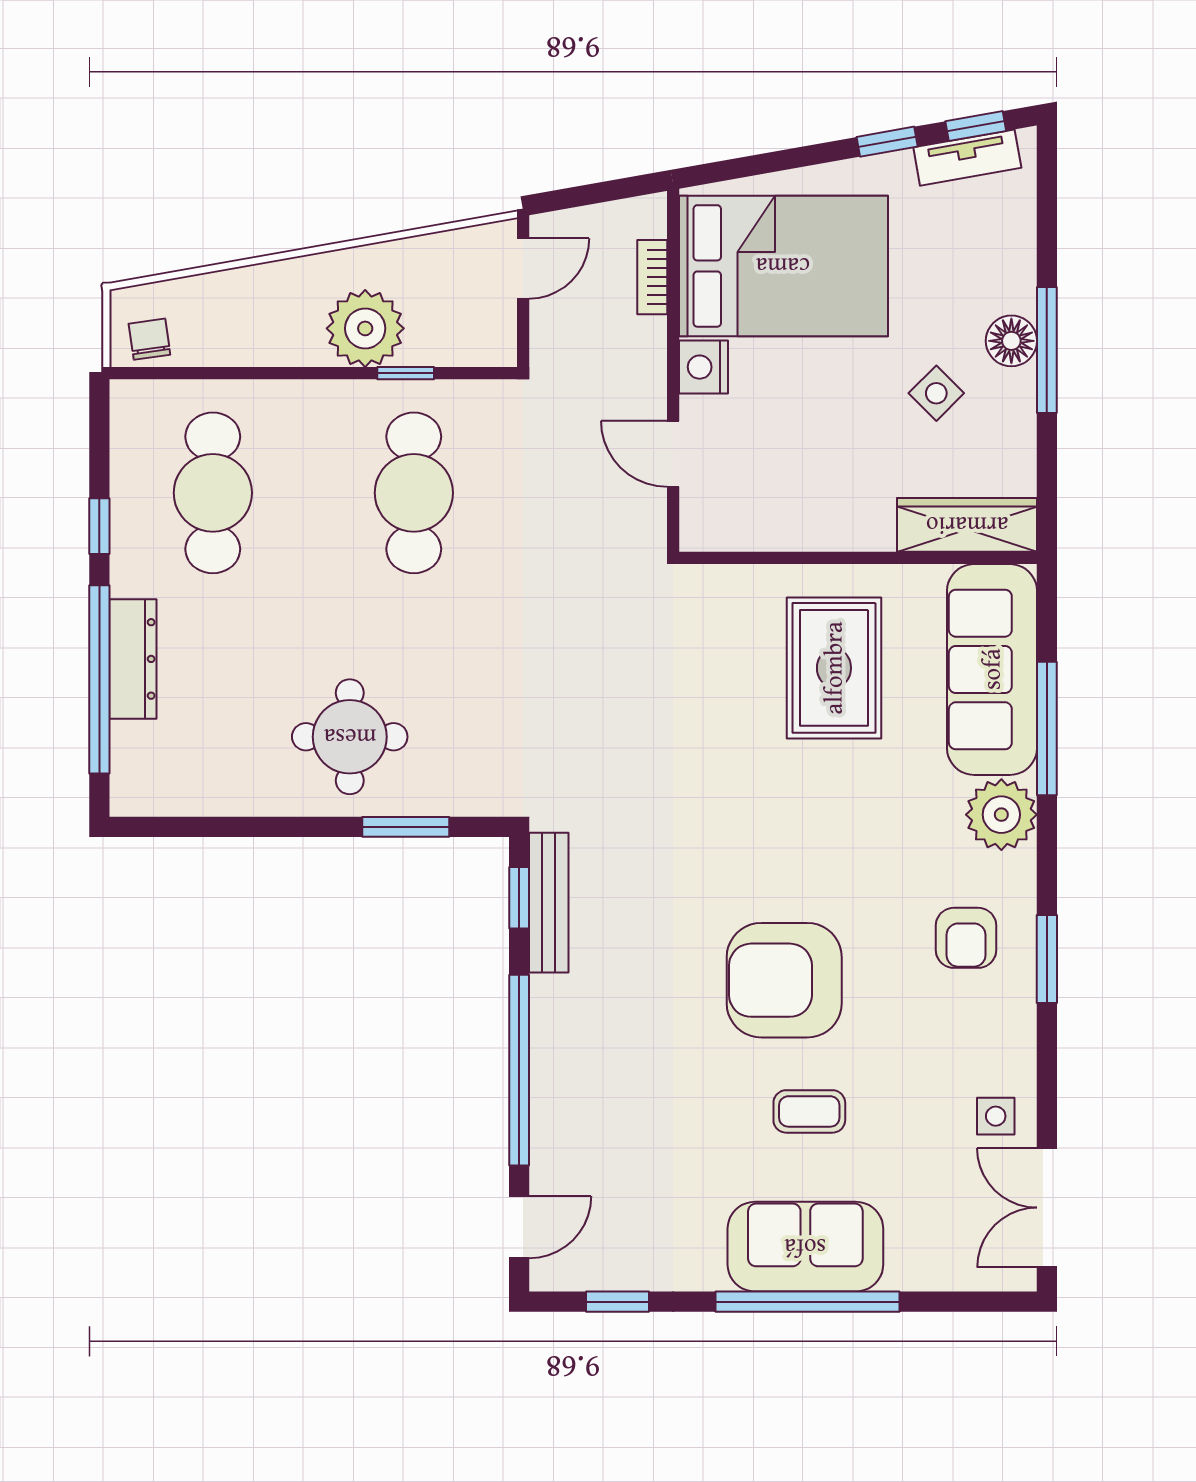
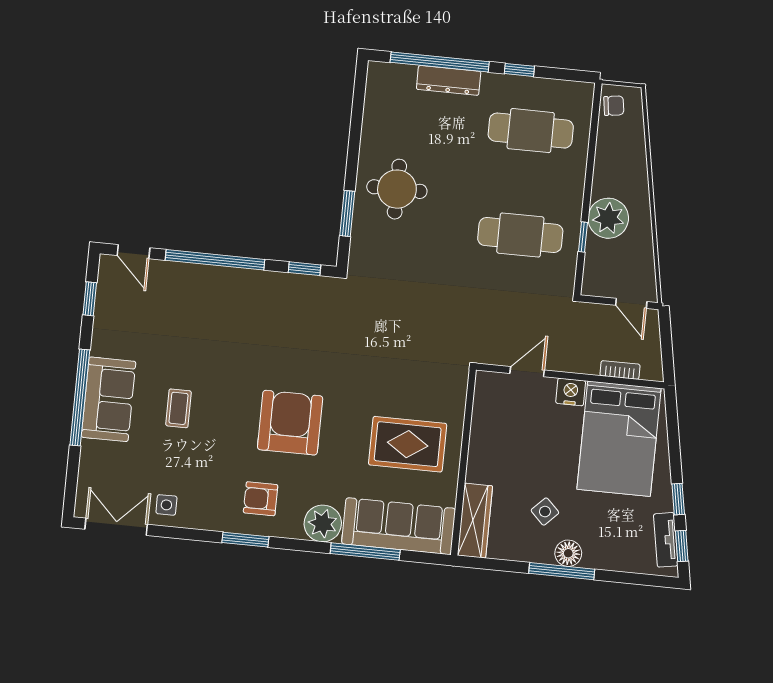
bench: (549, 903) -> (300, 284), removed
armchair: (784, 980) -> (290, 423), moved

